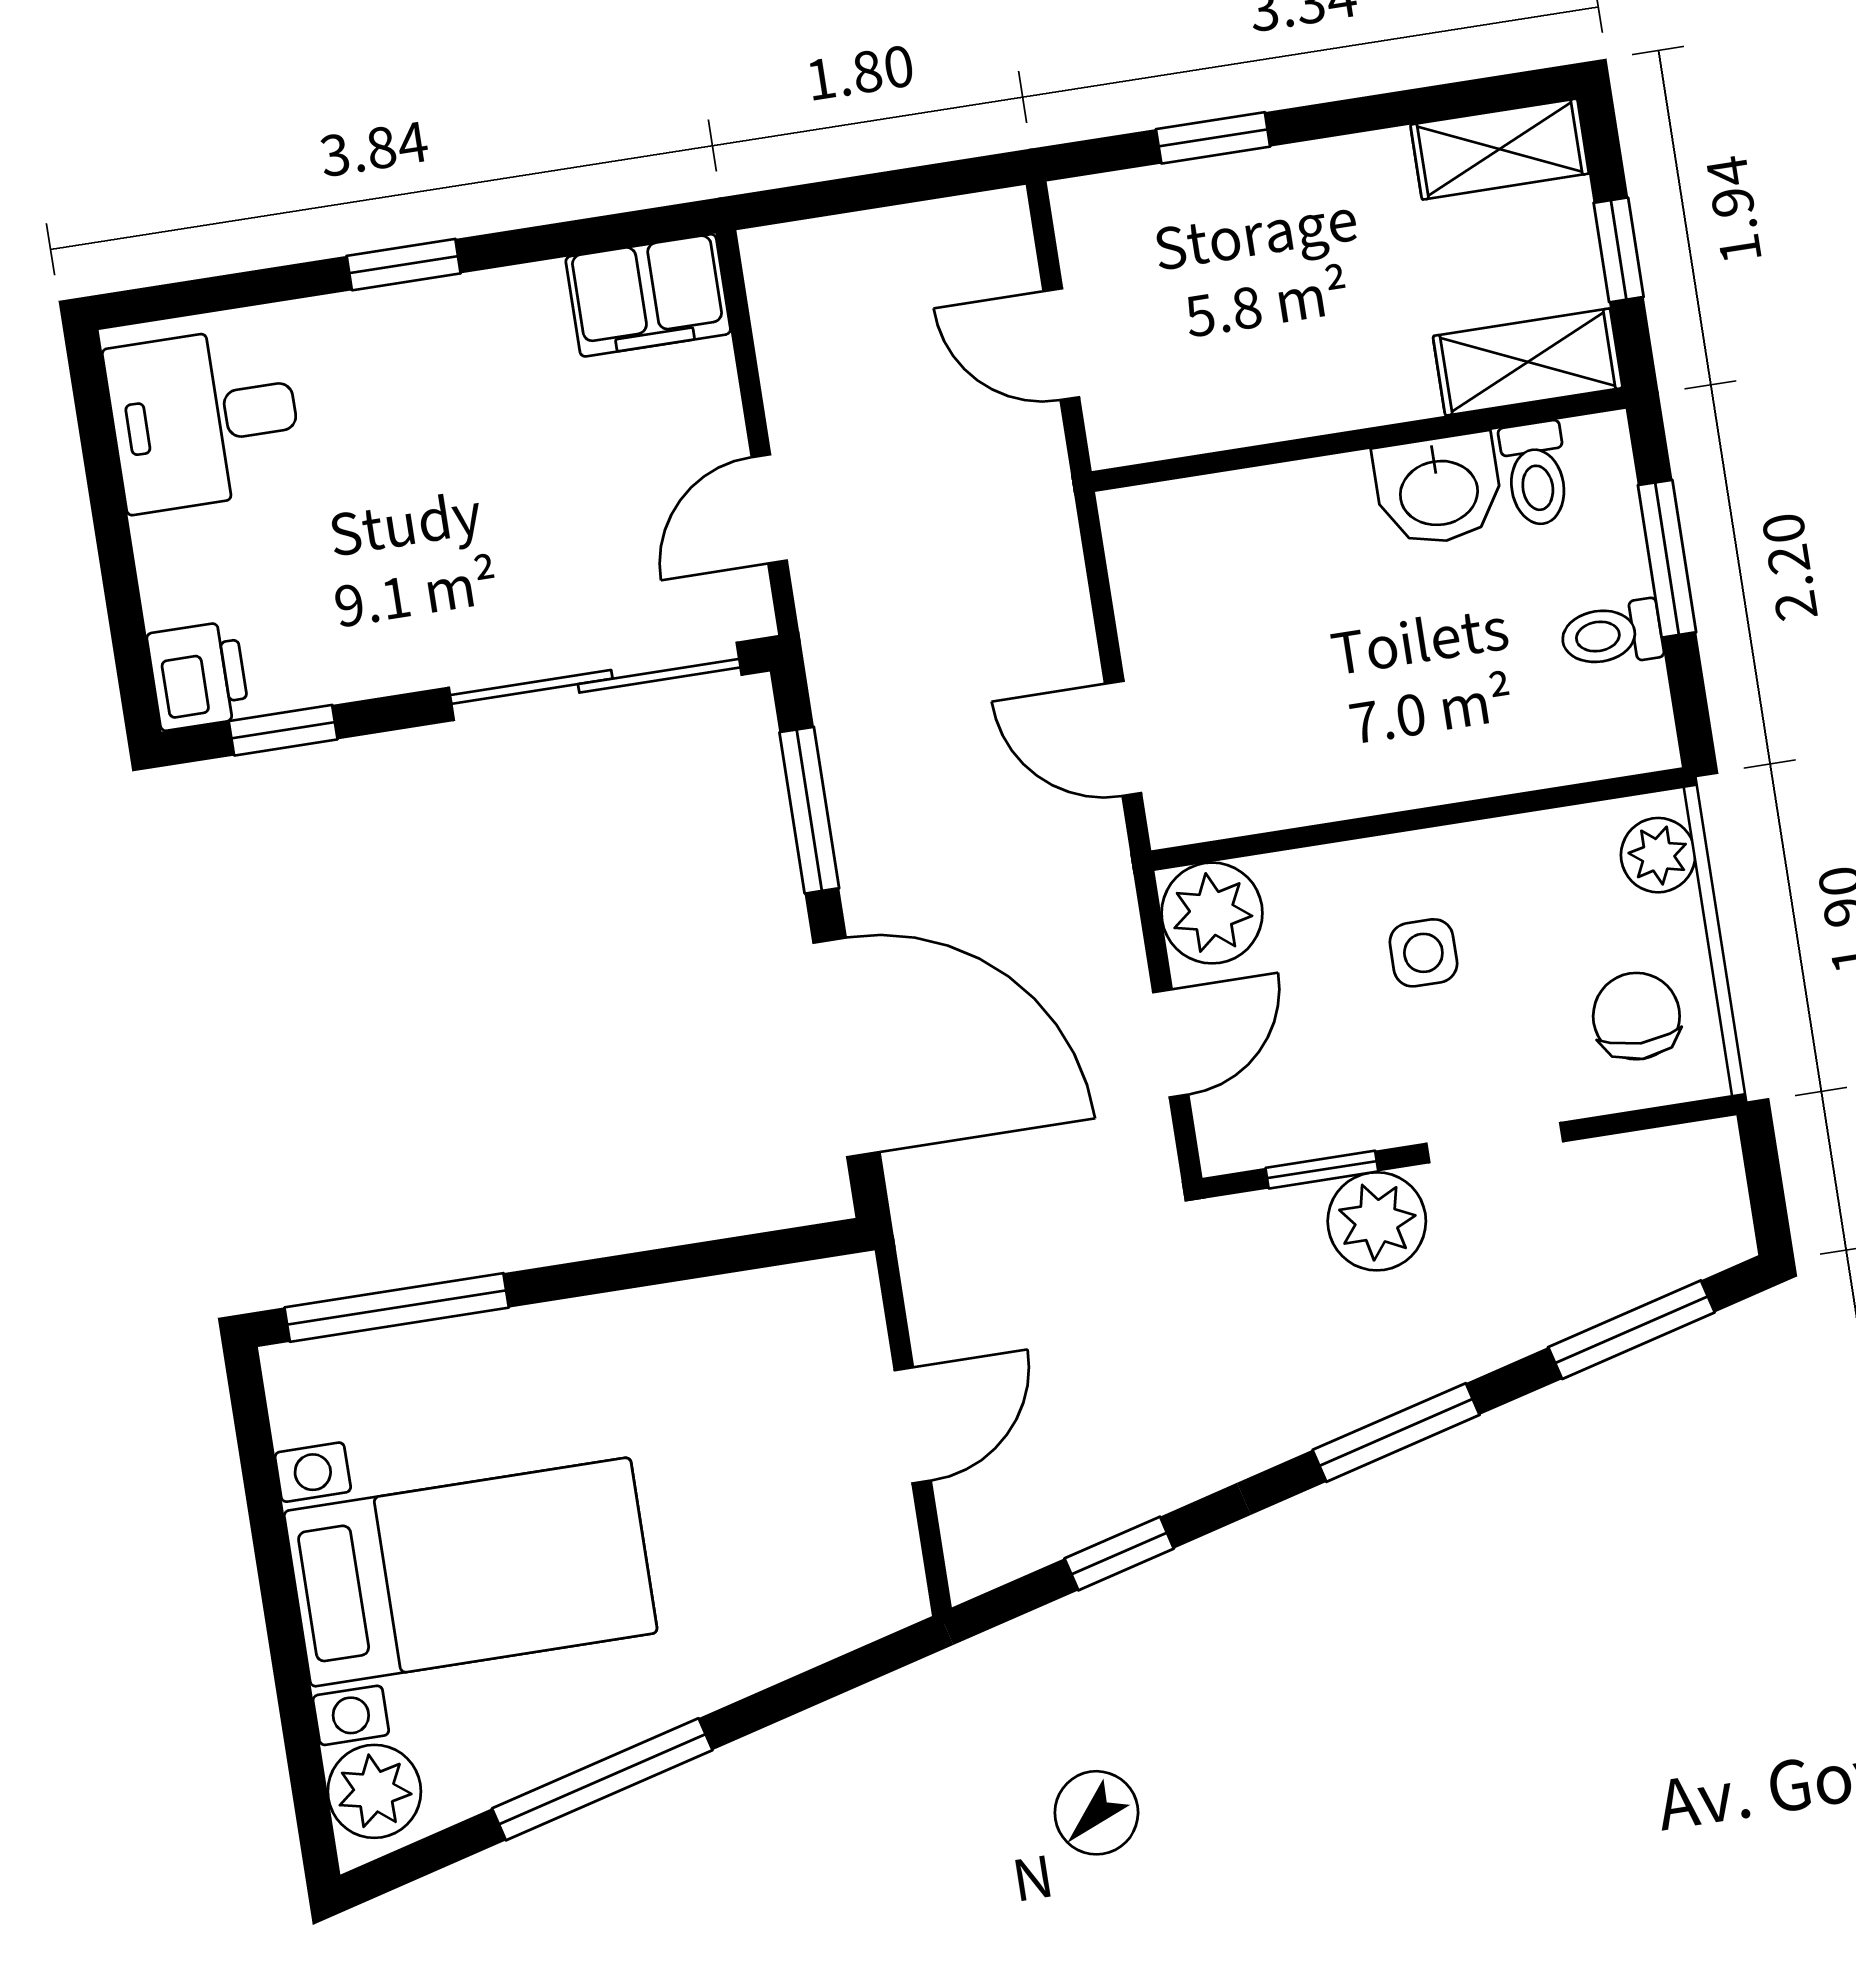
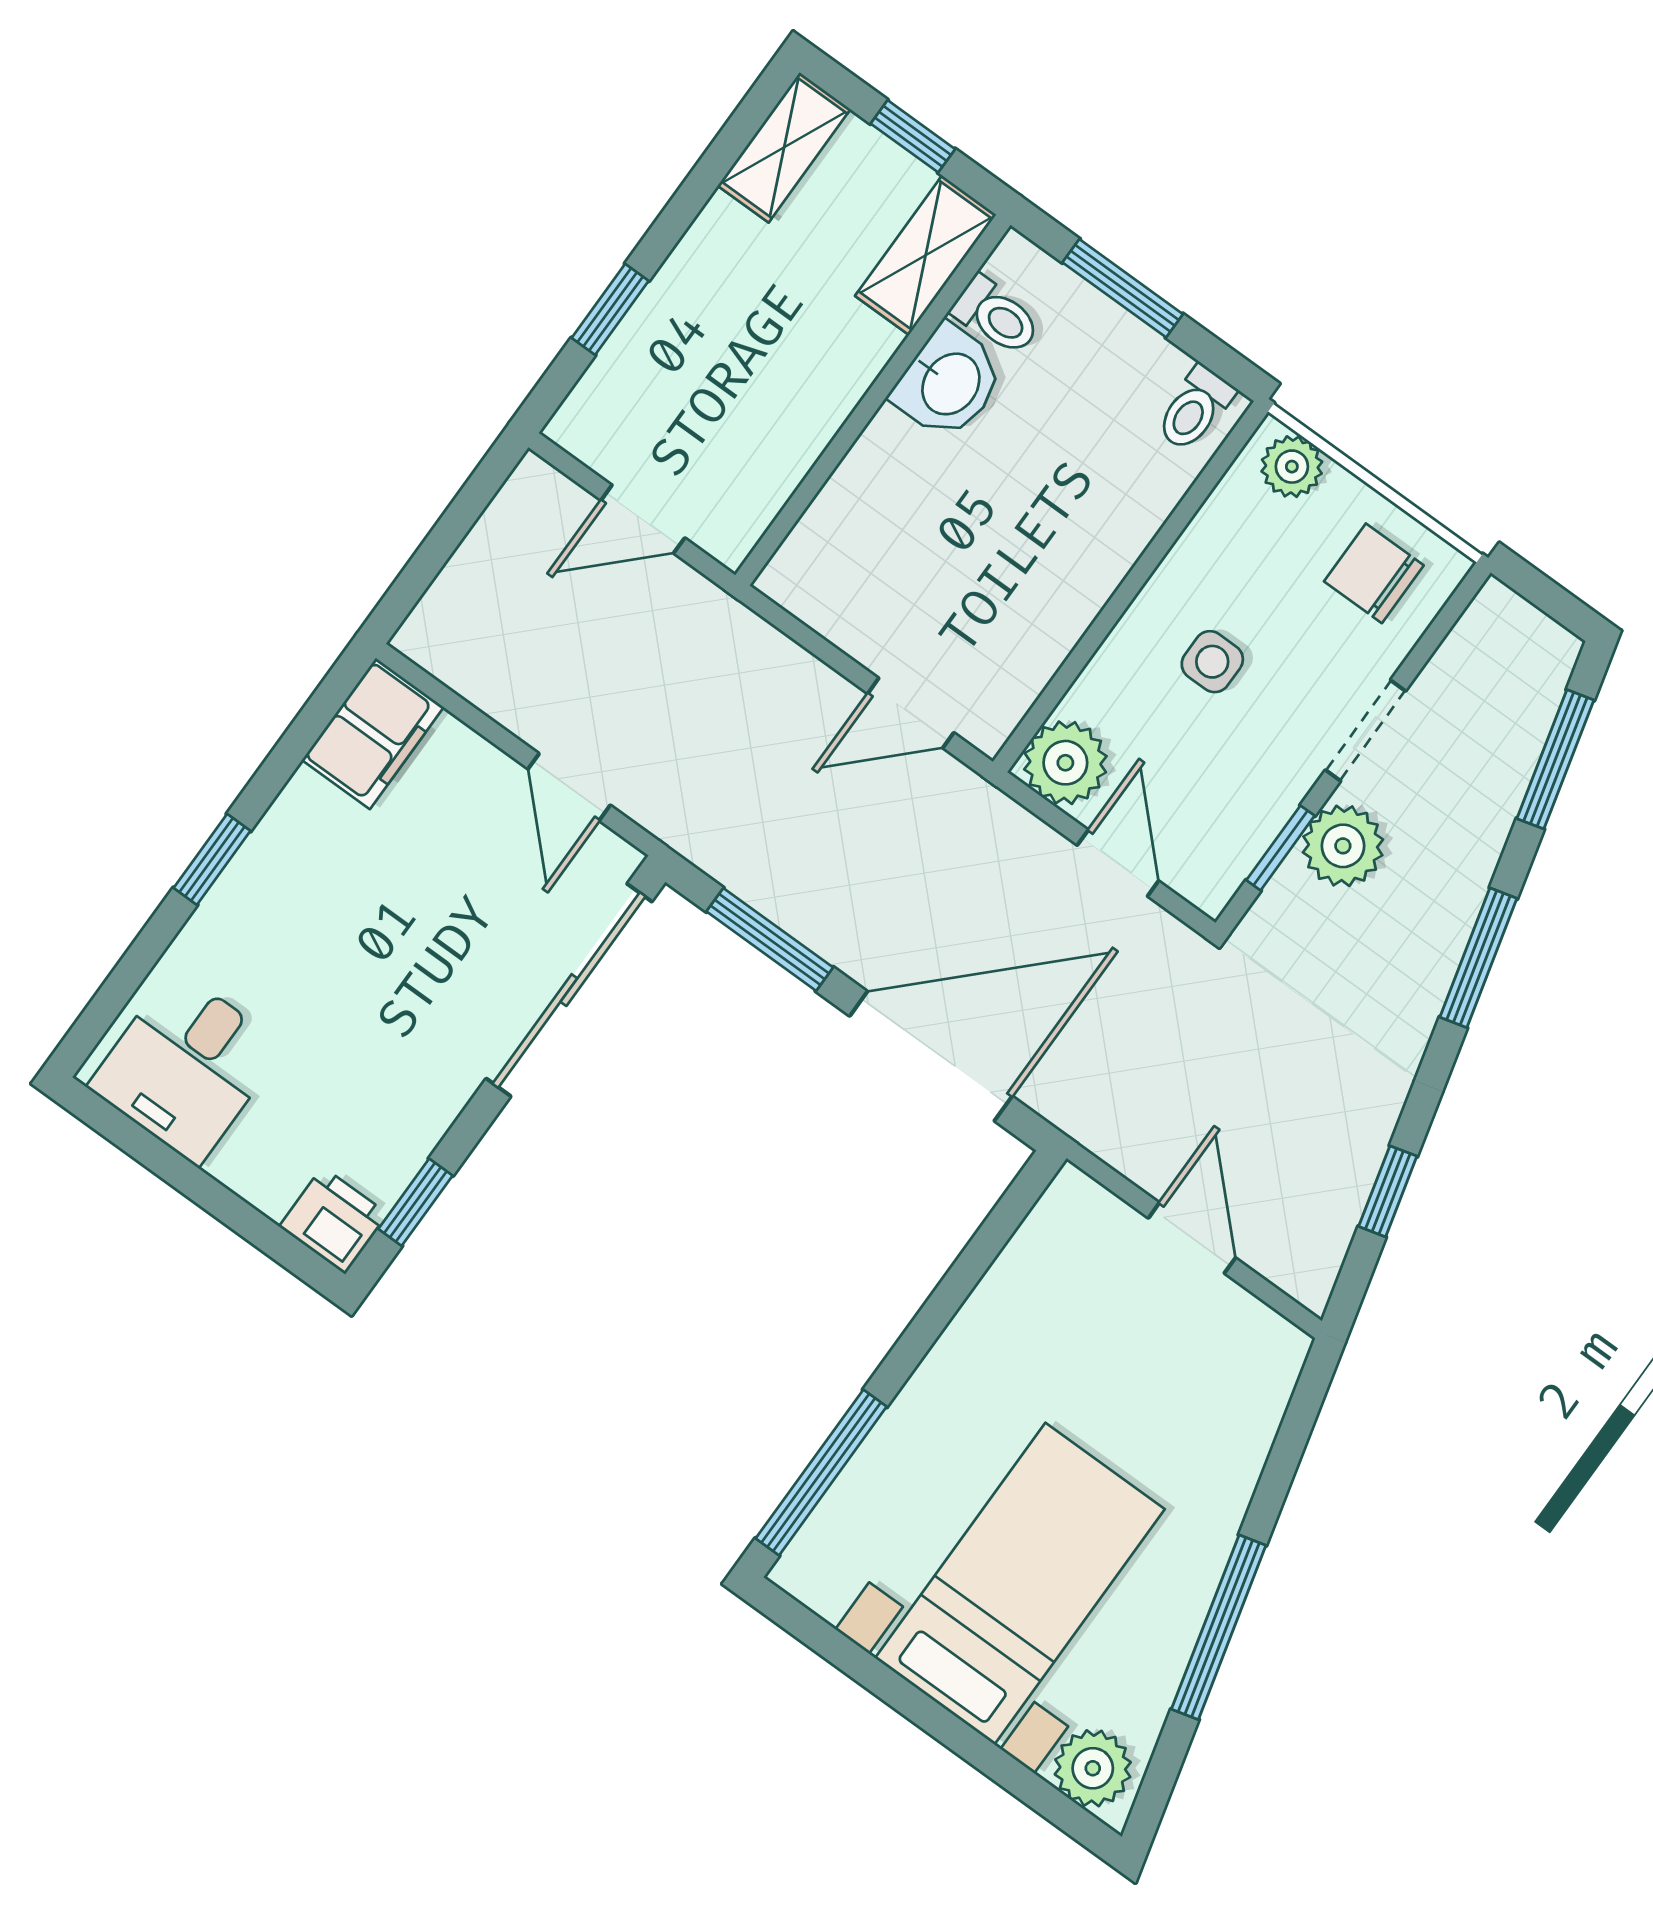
toilet: (1611, 634) -> (1195, 409), moved

